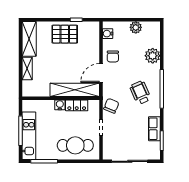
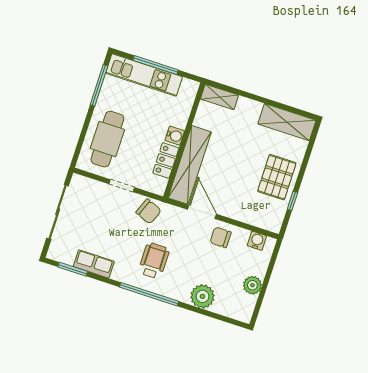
shelving: (27, 69) -> (219, 97), moved
wheelchair: (140, 93) -> (154, 261), turned -66

